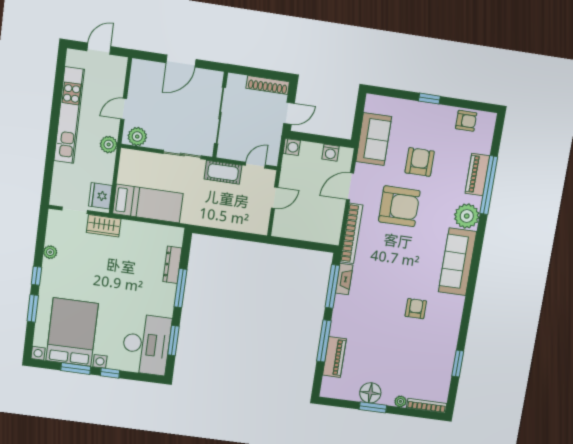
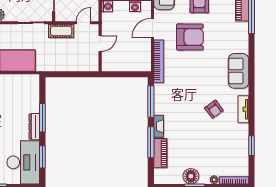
plant: (467, 216) -> (240, 37), removed
sofa: (457, 262) -> (239, 71), width x0.73
dresser: (172, 265) -> (34, 127), moved
fireplace: (344, 279) -> (159, 126), moved
armchair: (416, 309) -> (214, 109), turned 144
tv unit: (455, 314) -> (243, 109), added

